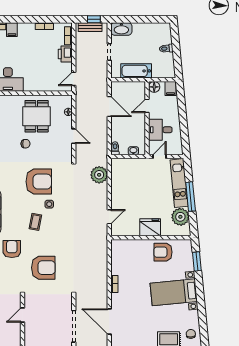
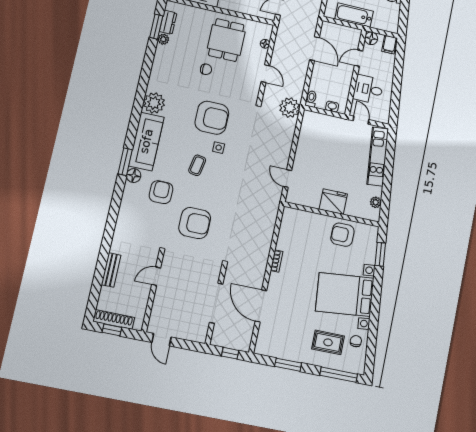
door: (159, 156) -> (361, 120), hinge flipped
plant: (99, 175) -> (290, 108), moved
window: (191, 197) -> (388, 175), removed
door: (109, 217) -> (287, 178), swing flipped
plant: (180, 217) -> (376, 202), width x0.53, depth x0.53
bed with nightstands: (174, 292) -> (345, 295), width x1.36

